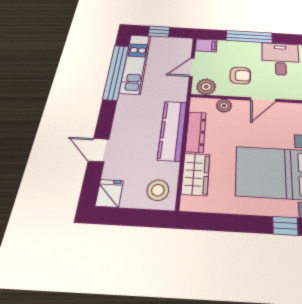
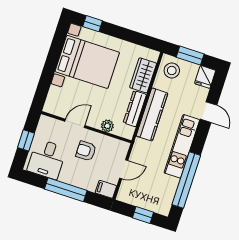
kitchen unit: (135, 64) -> (182, 146), moved
plant: (206, 87) -> (117, 147), removed
window: (136, 217) -> (190, 56), added

